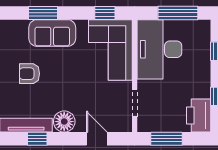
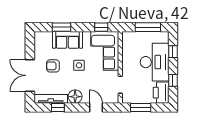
desk: (159, 49) -> (155, 62), moved, turned 180
side table: (70, 73) -> (79, 65), added

